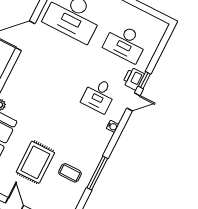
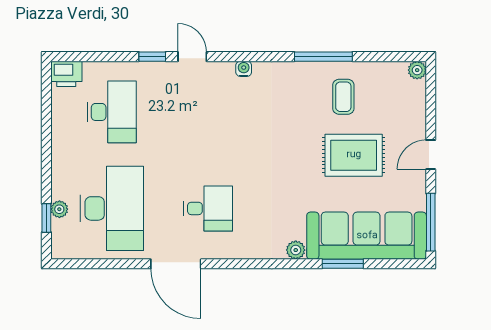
printer: (133, 79) -> (66, 74), moved
desk: (99, 95) -> (208, 208), moved

